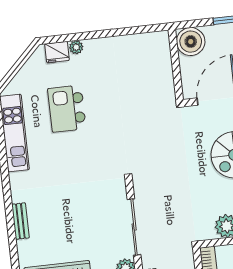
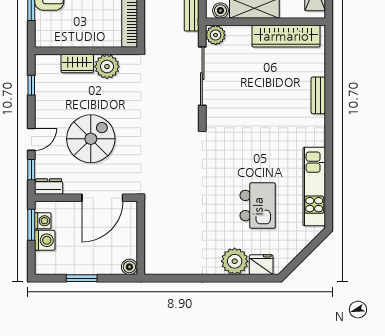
boiler: (191, 42) -> (129, 267), width x0.54, depth x0.54
plant: (76, 47) -> (235, 261), width x1.87, depth x1.87

